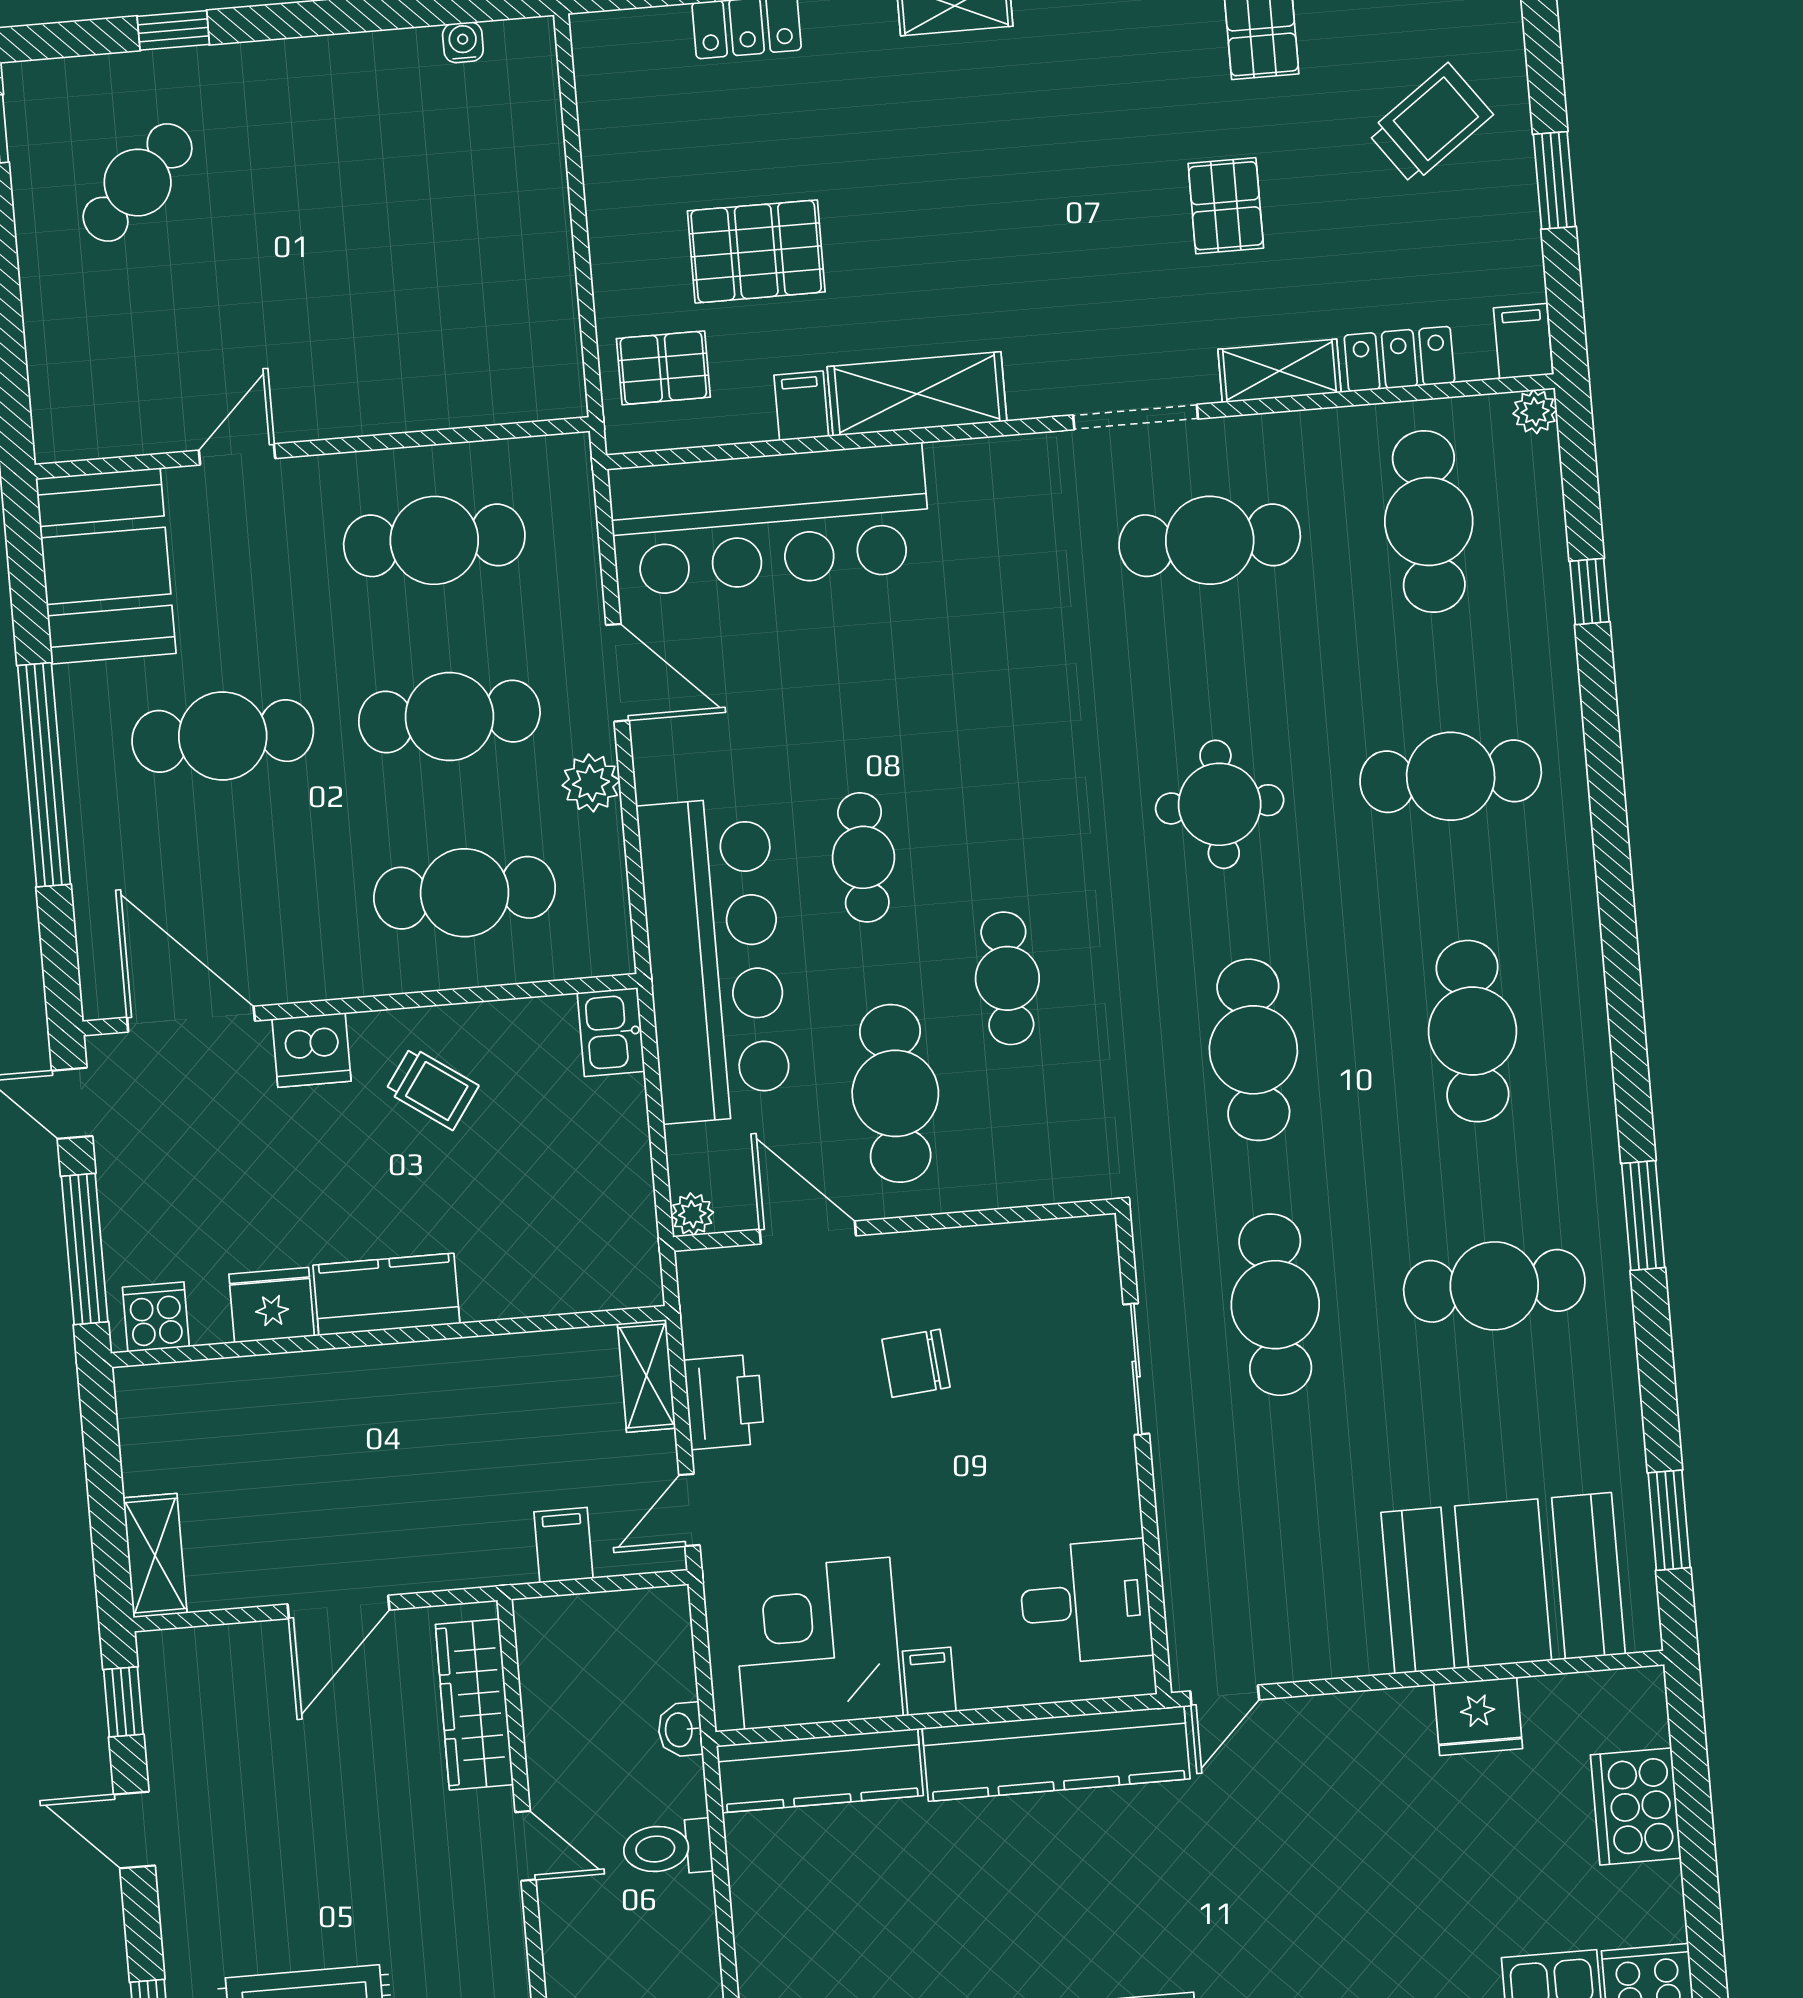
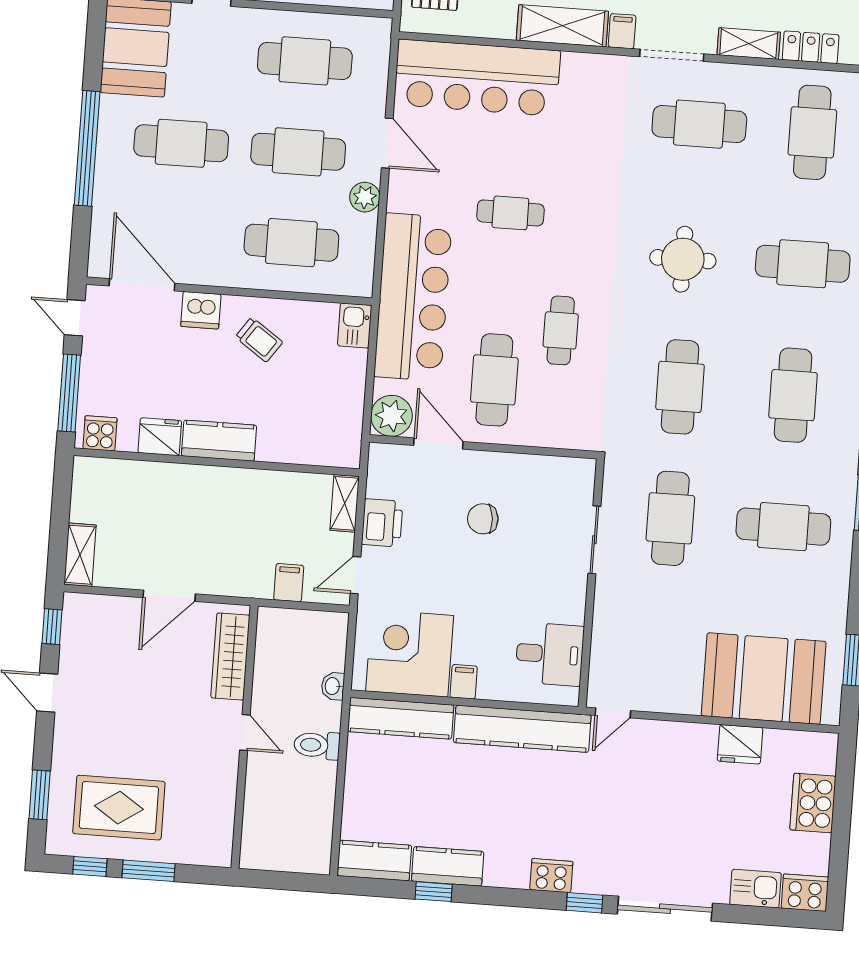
filing cabinet: (801, 406) -> (622, 31), moved
cafe table: (863, 857) -> (510, 213), moved, turned 90
plant: (692, 1214) -> (391, 416), width x1.88, depth x1.88

